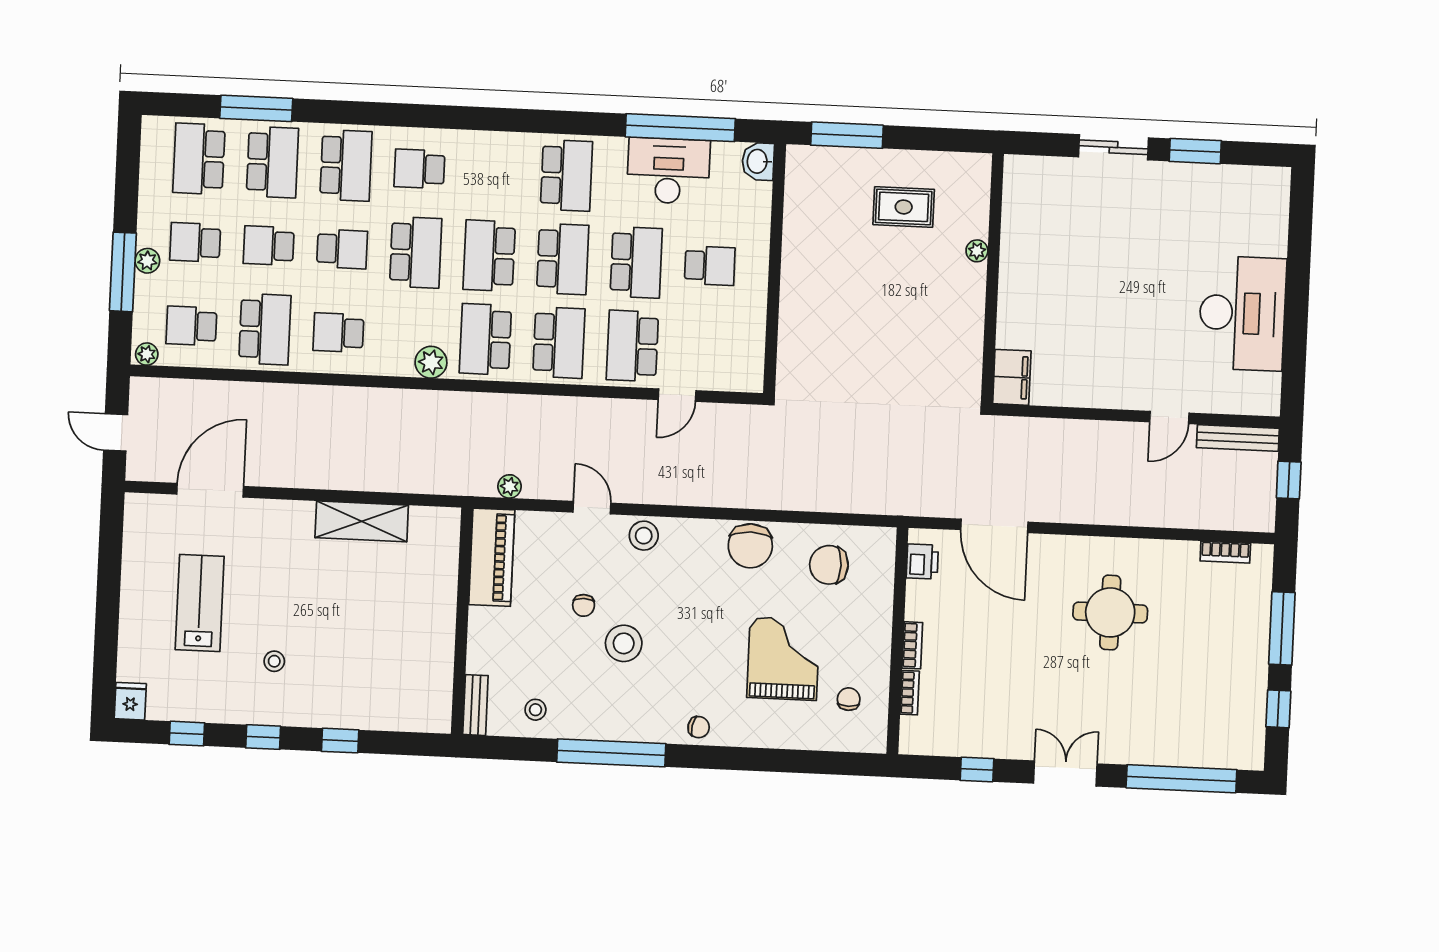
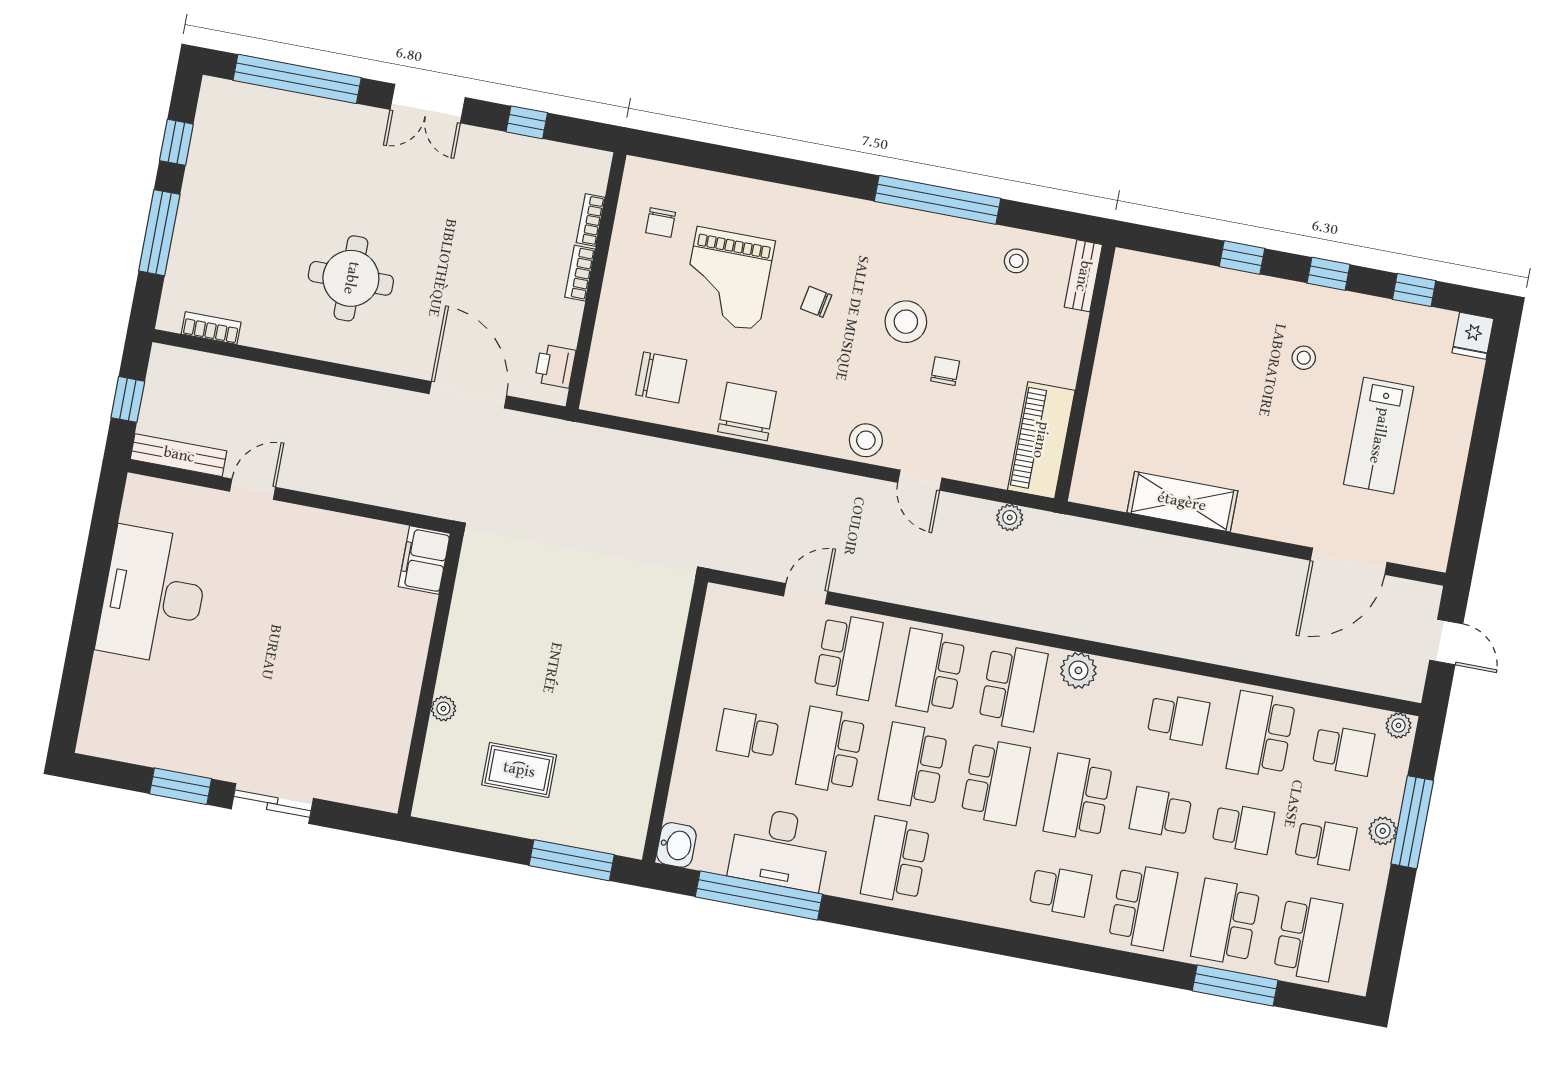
school desk: (346, 165) -> (1143, 907), turned 180
chair: (699, 727) -> (816, 302), moved

